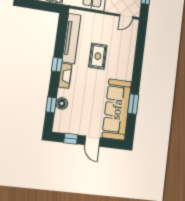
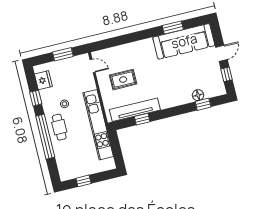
rug: (98, 56) -> (123, 80), moved
window: (57, 65) -> (142, 119), moved
fireplace: (65, 76) -> (172, 102), removed

